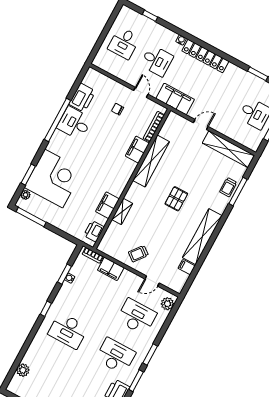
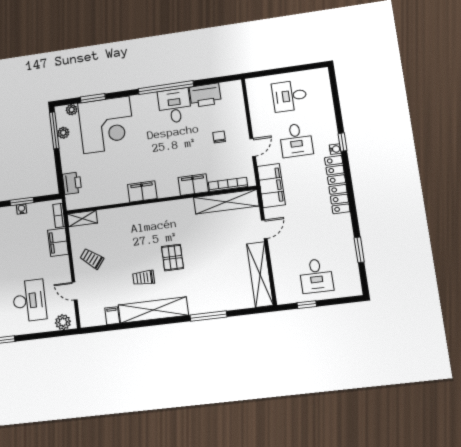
window: (150, 16) -> (343, 142), moved
door: (201, 125) -> (264, 229), hinge flipped
shelving: (151, 161) -> (226, 202), moved
trolley: (228, 187) -> (144, 278), moved
window: (238, 192) -> (209, 316), moved
pallet: (176, 199) -> (172, 258), turned 90
filing cabinet: (107, 205) -> (142, 191), moved
shelving: (122, 211) -> (82, 219), moved
plant: (37, 212) -> (63, 133), added
printer: (94, 231) -> (72, 183), moved, turned 90

